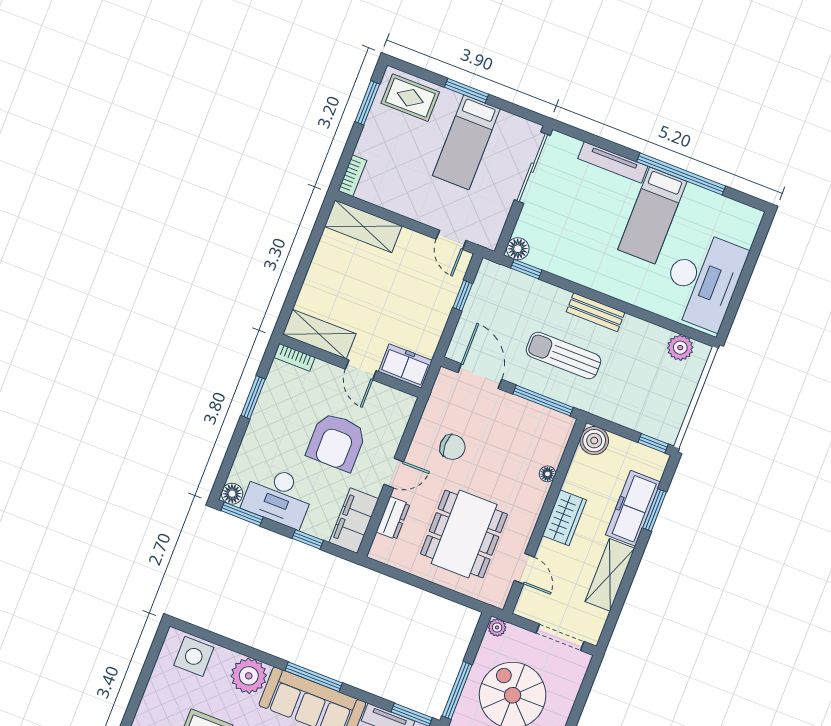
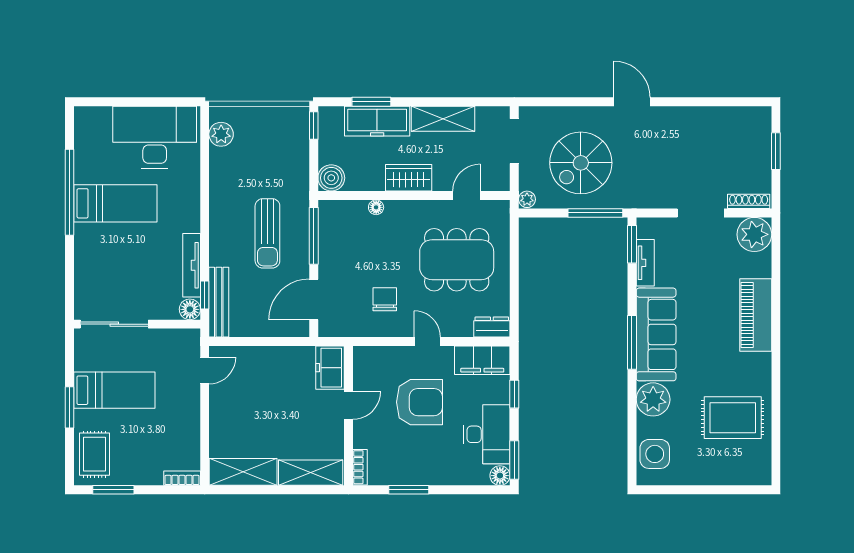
tv unit: (613, 162) -> (192, 265), moved, turned 180
shelving: (363, 226) -> (243, 472), moved, turned 90
window: (463, 296) -> (249, 342), removed
bench: (596, 312) -> (219, 302), moved, width x1.36
shelving: (319, 334) -> (311, 473), moved, turned 90
dresser: (393, 518) -> (492, 327), moved

